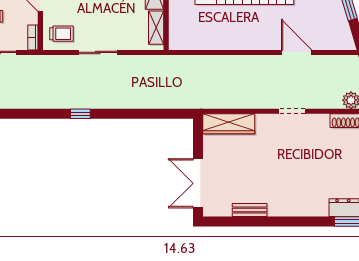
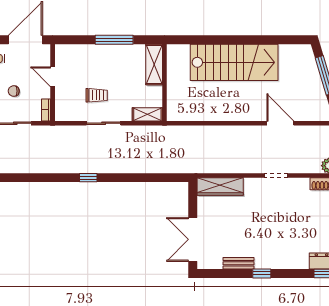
shelving: (156, 28) -> (147, 114), moved, turned 90
trolley: (61, 34) -> (97, 95), moved
window: (276, 222) -> (262, 273), added

